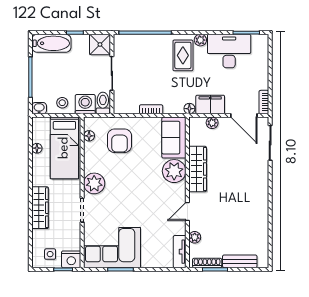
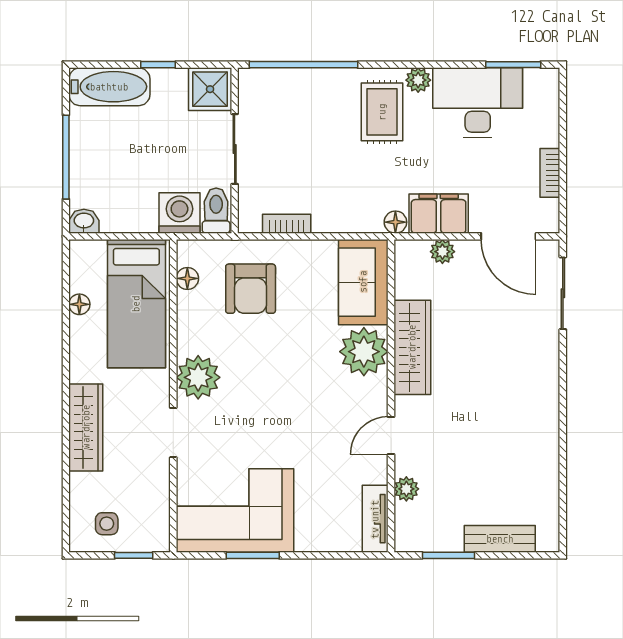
bookcase: (264, 102) -> (550, 173), moved
stool: (62, 103) -> (132, 210), removed
bookcase: (151, 109) -> (287, 224), moved
nightstand: (71, 259) -> (150, 535), removed
shoe rack: (207, 263) -> (432, 542), removed

